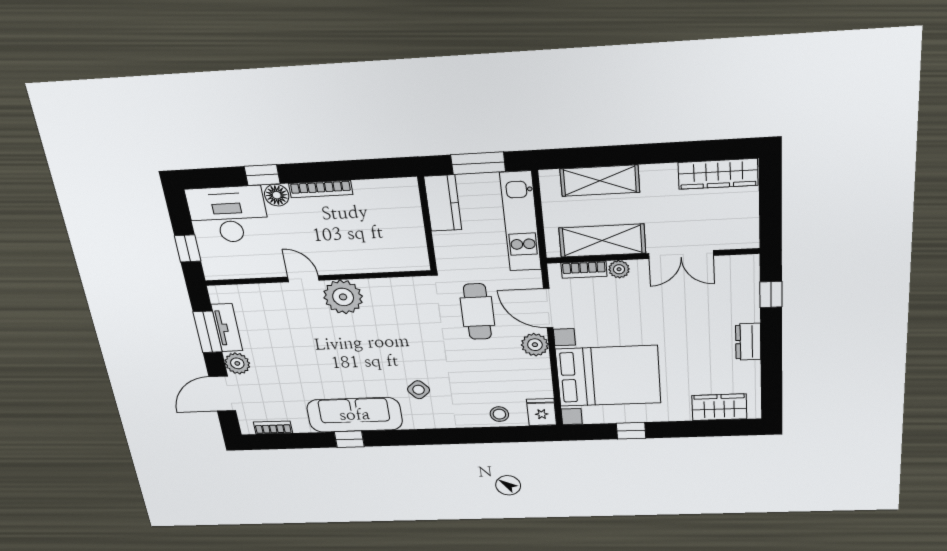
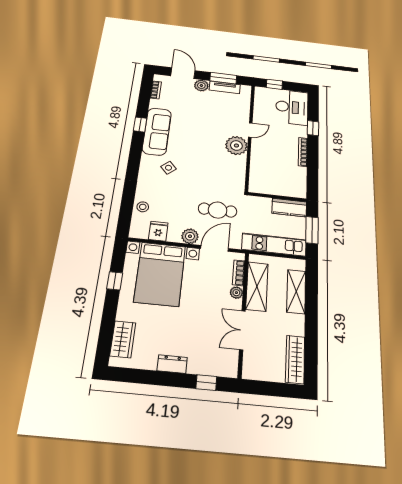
floor lamp: (277, 195) -> (301, 131), removed
fridge: (541, 412) -> (158, 231), moved, turned -90

